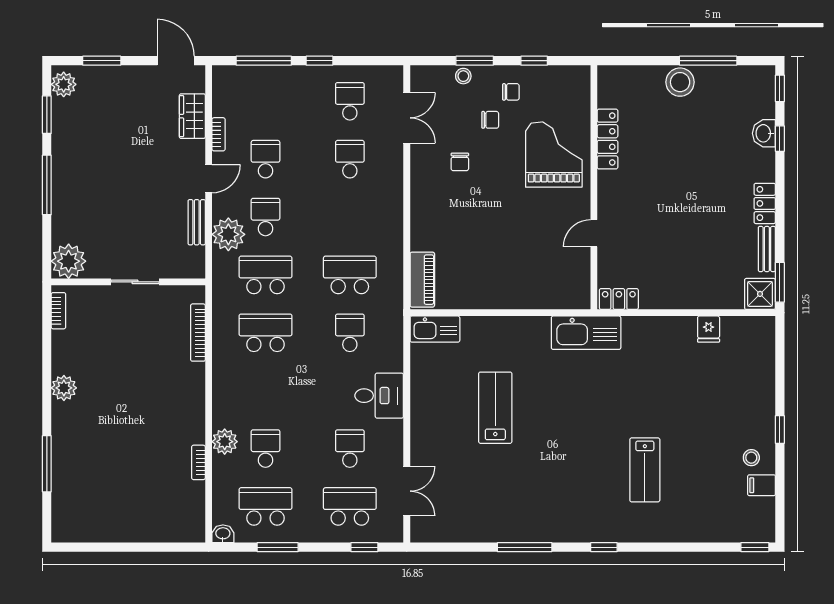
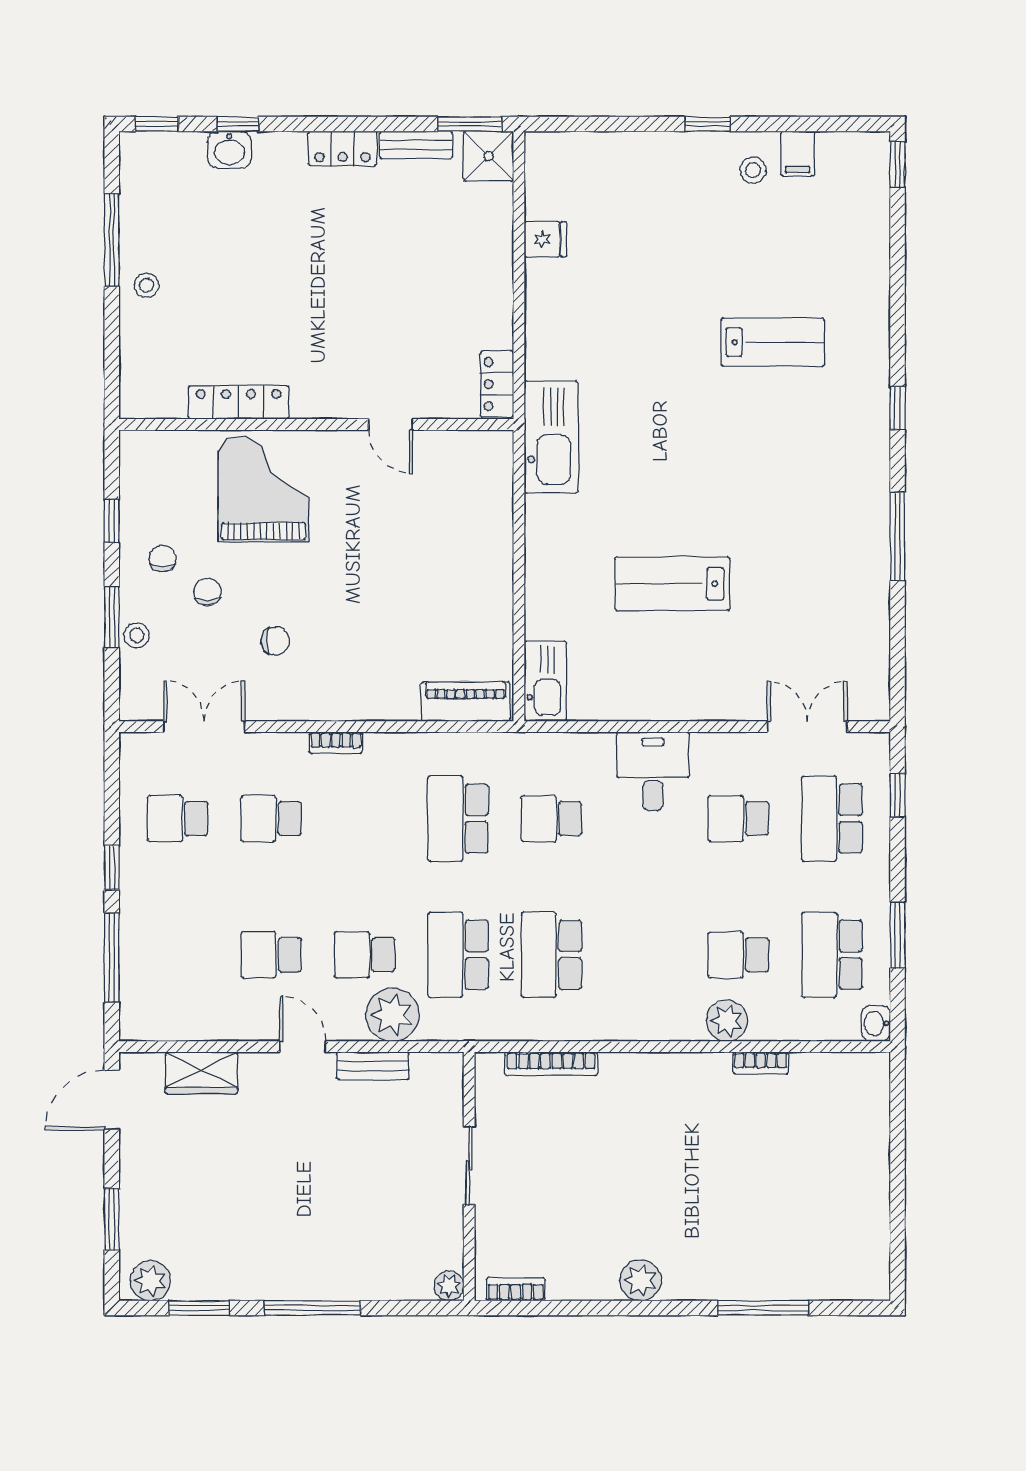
stool: (680, 82) -> (147, 285), width x0.53, depth x0.53
bookcase: (219, 134) -> (336, 743), moved, turned 180
grand piano: (554, 155) -> (264, 489), turned 90
plant: (69, 261) -> (449, 1286), width x0.53, depth x0.53

